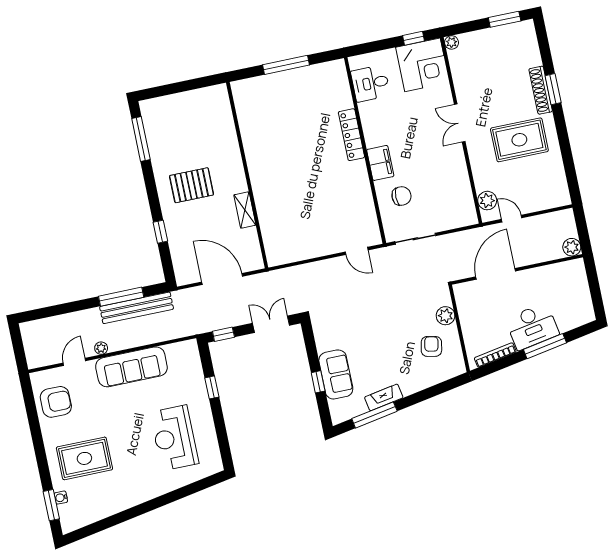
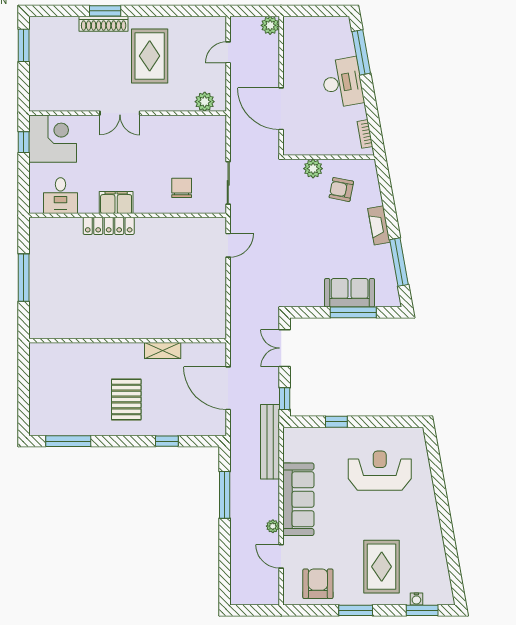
plant: (452, 42) -> (36, 104), removed
filing cabinet: (380, 163) -> (116, 203), moved
door: (512, 219) -> (228, 52), moved
door: (222, 279) -> (228, 388), hinge flipped
bench: (137, 308) -> (270, 442), moved
window: (545, 346) -> (361, 52), moved
bookcase: (495, 355) -> (365, 134), width x0.64
window: (318, 382) -> (353, 312), width x2.17
fireplace: (384, 397) -> (379, 225), moved
reception desk: (174, 438) -> (380, 471), turned 180
window: (38, 443) -> (356, 610), added

